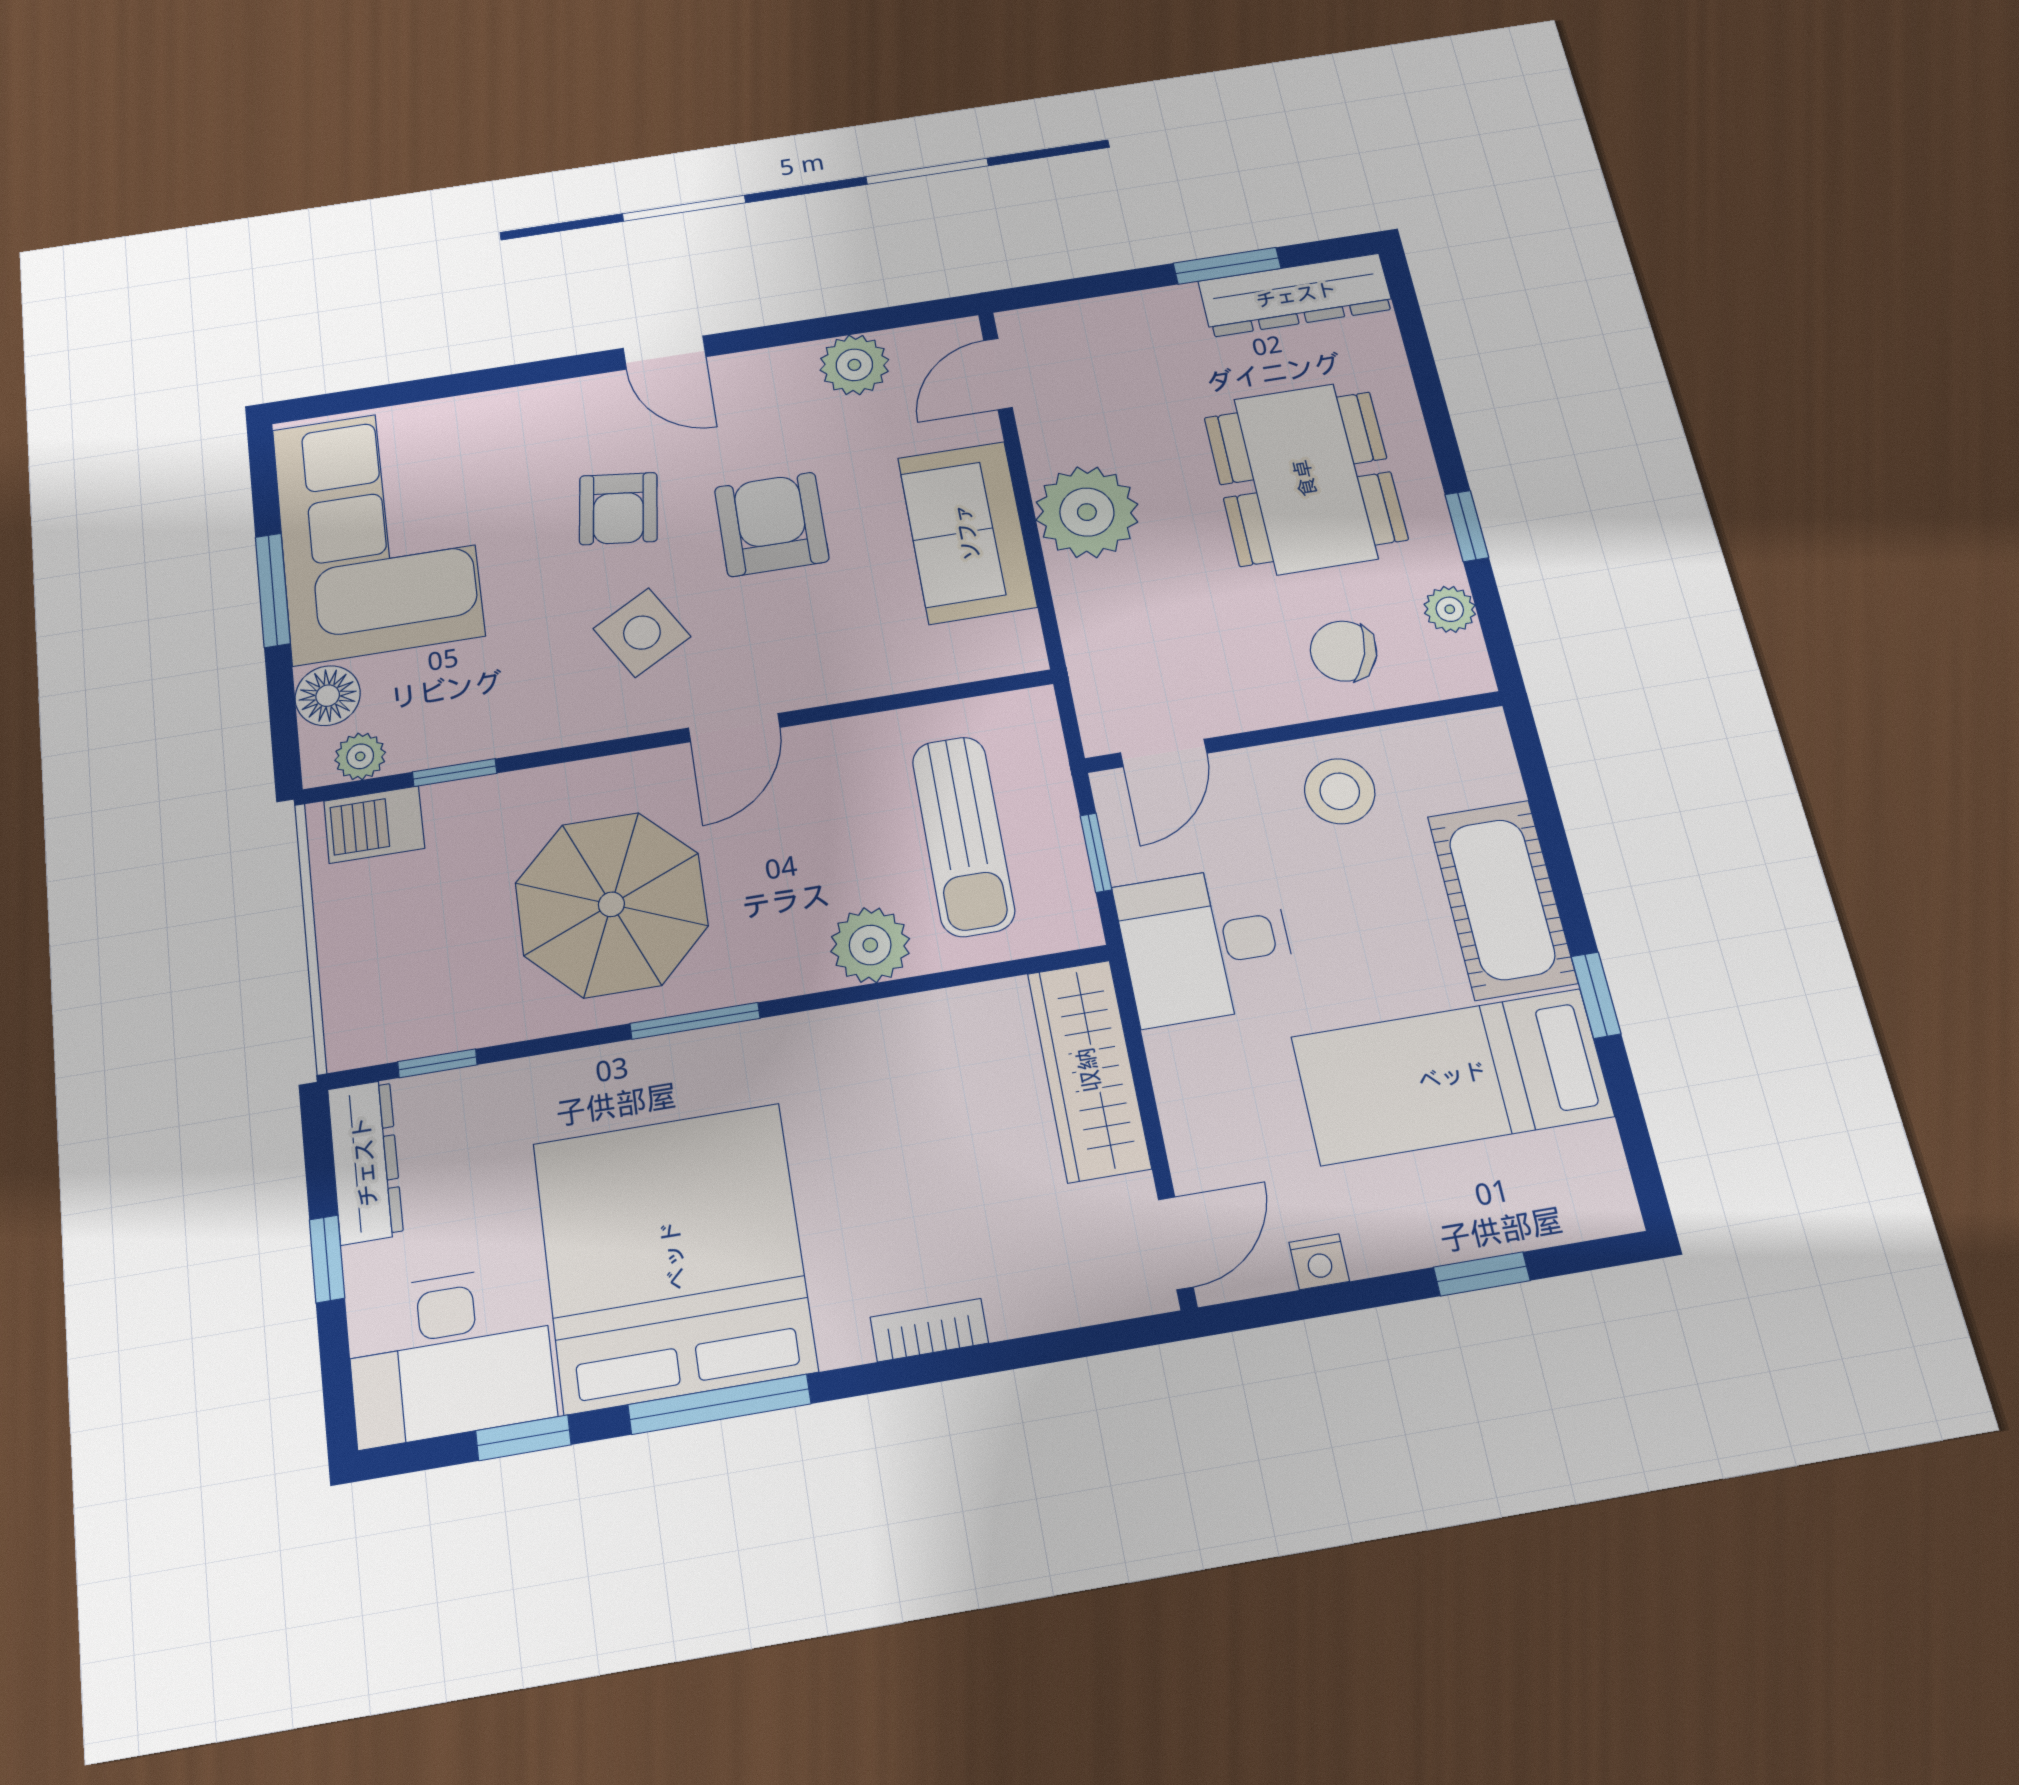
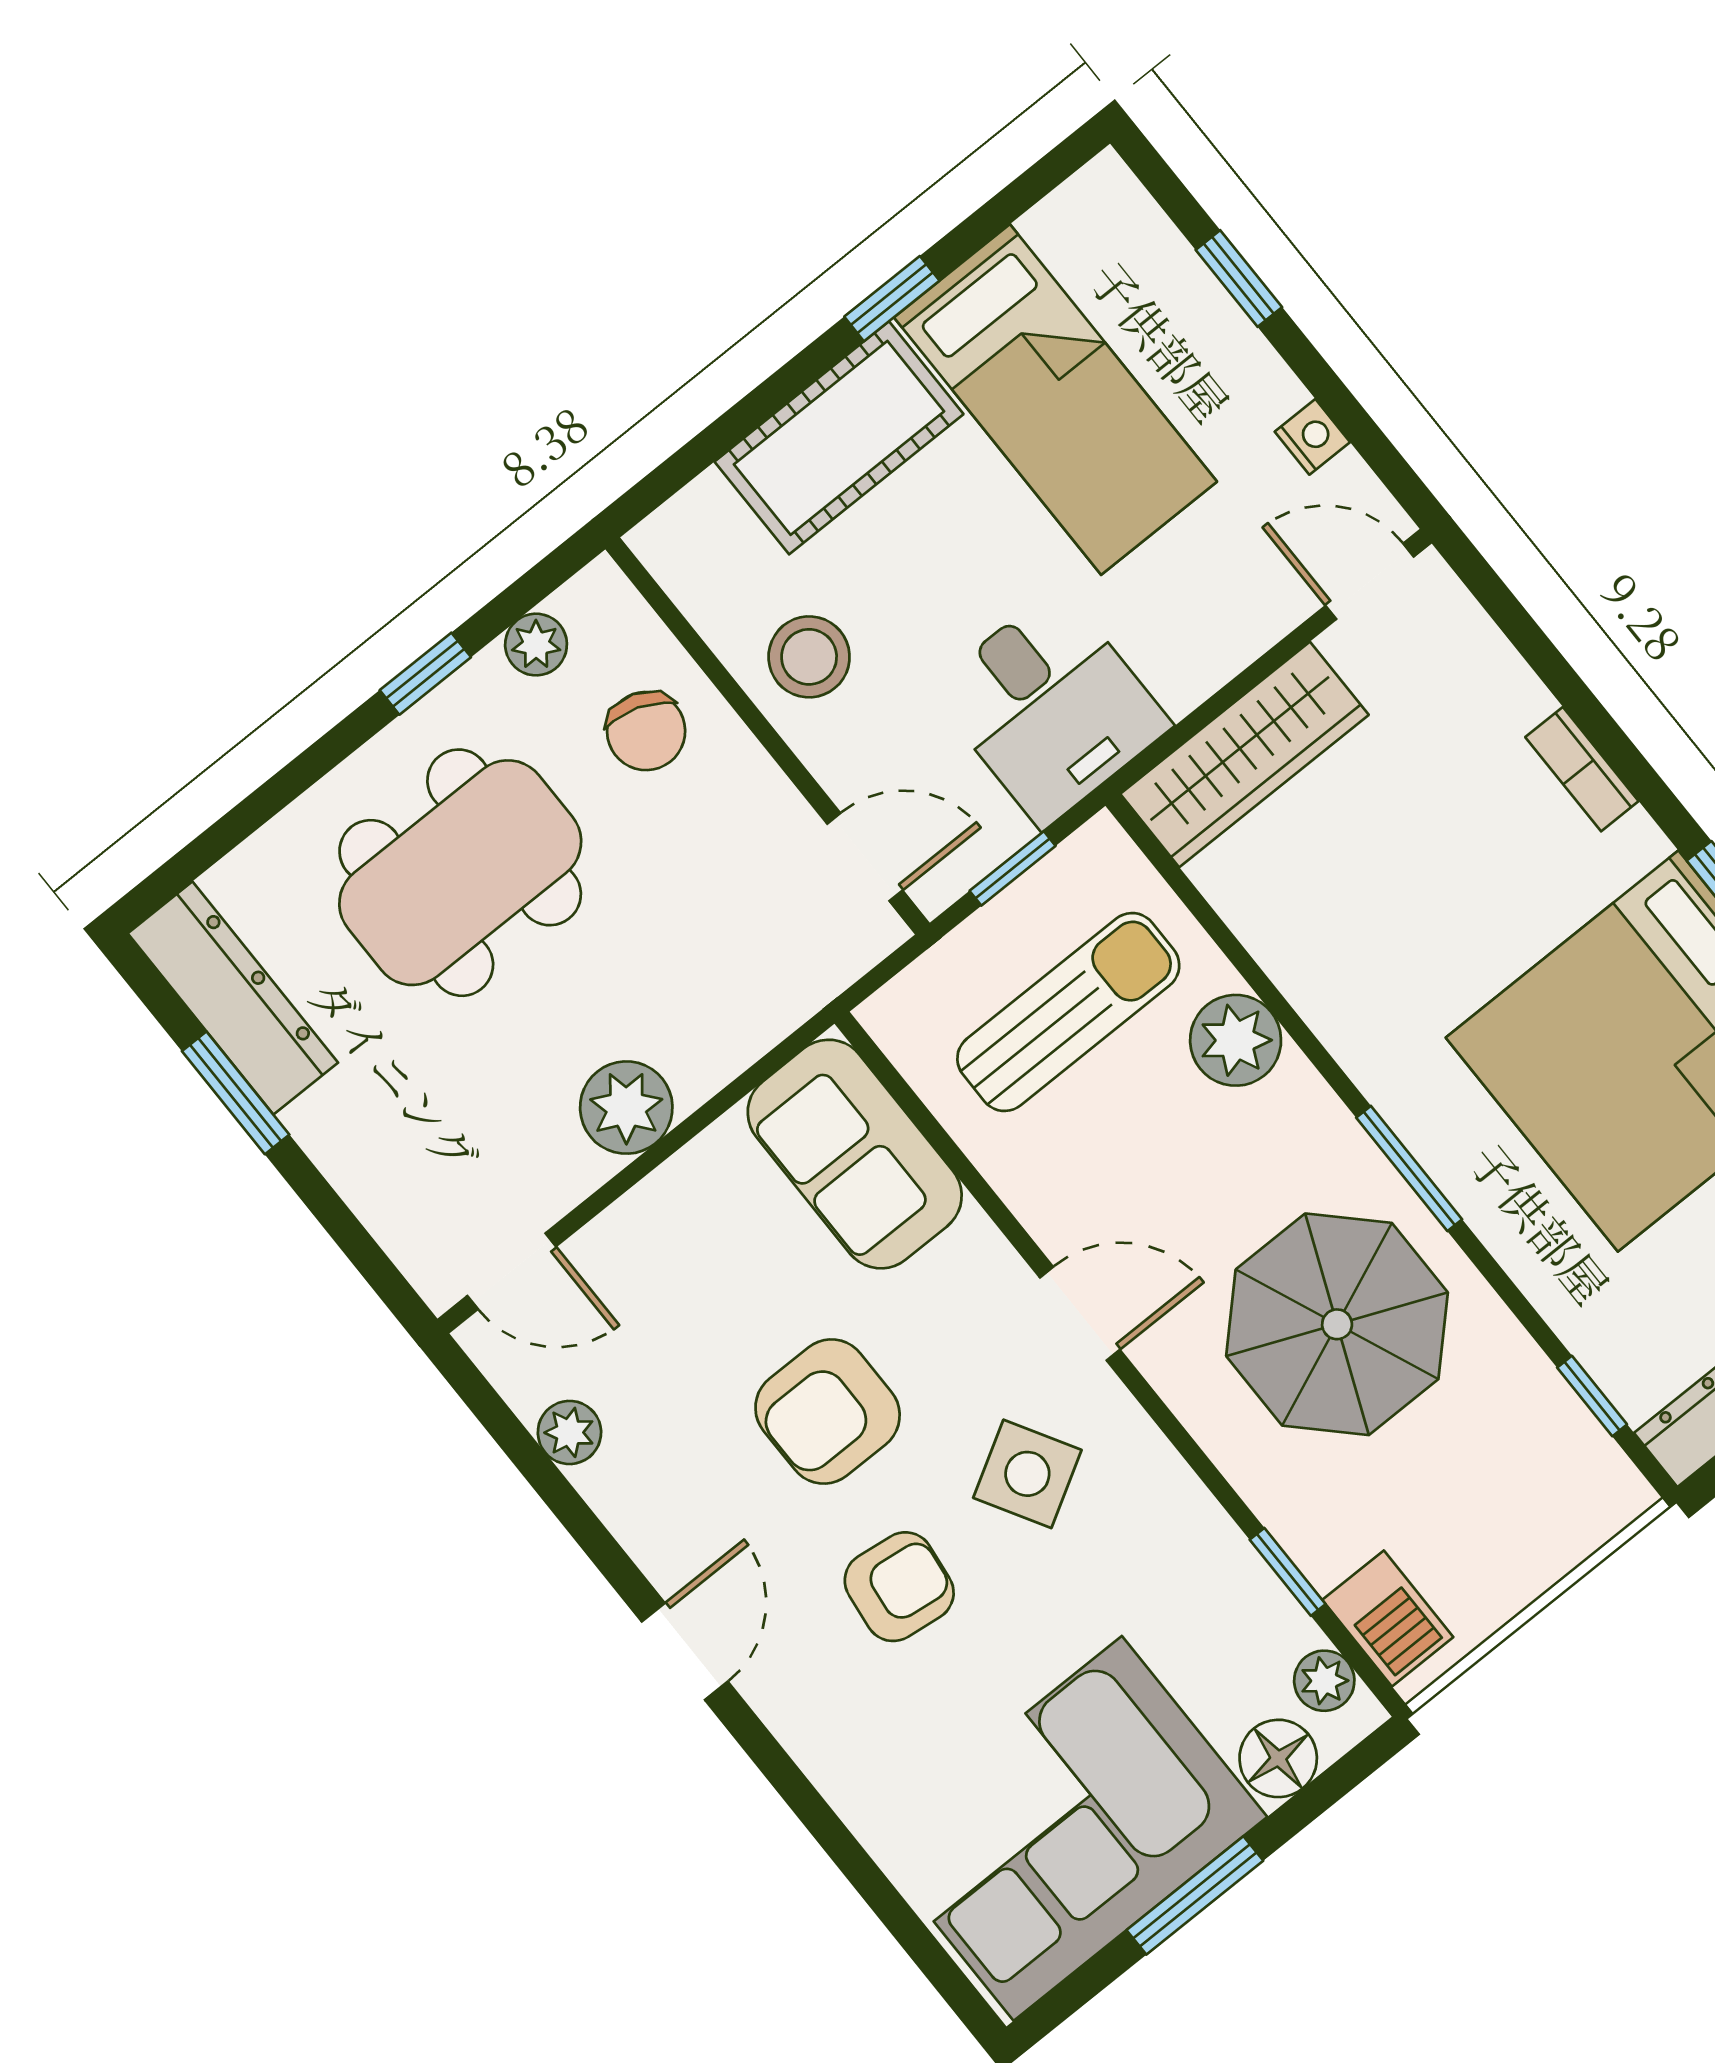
plant: (854, 365) -> (569, 1432), width x0.73, depth x0.73
plant: (1087, 512) -> (626, 1108), width x0.73, depth x0.73
sofa: (967, 532) -> (855, 1154), moved, turned 90

